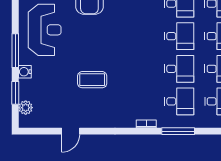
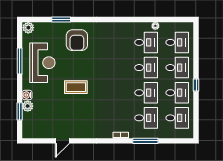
window: (15, 51) -> (20, 61), moved
coffee table: (92, 80) -> (76, 87), moved
plant: (26, 108) -> (28, 106), moved

